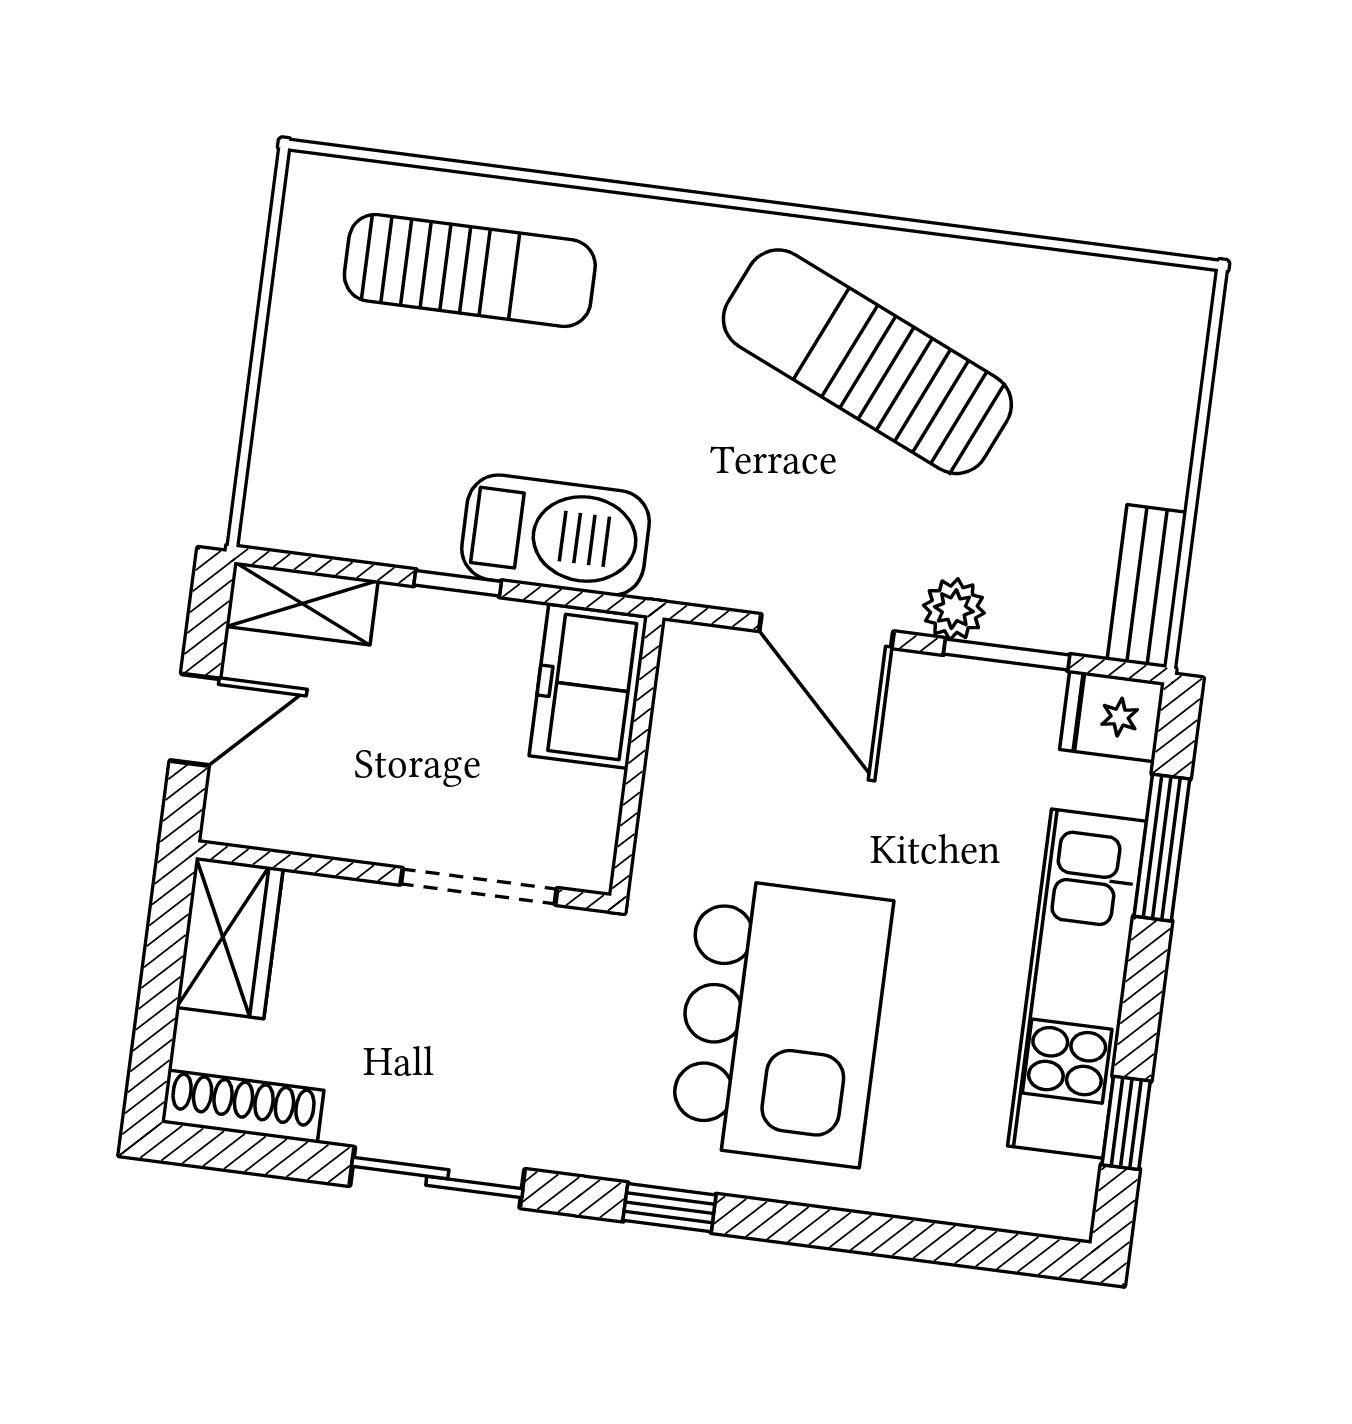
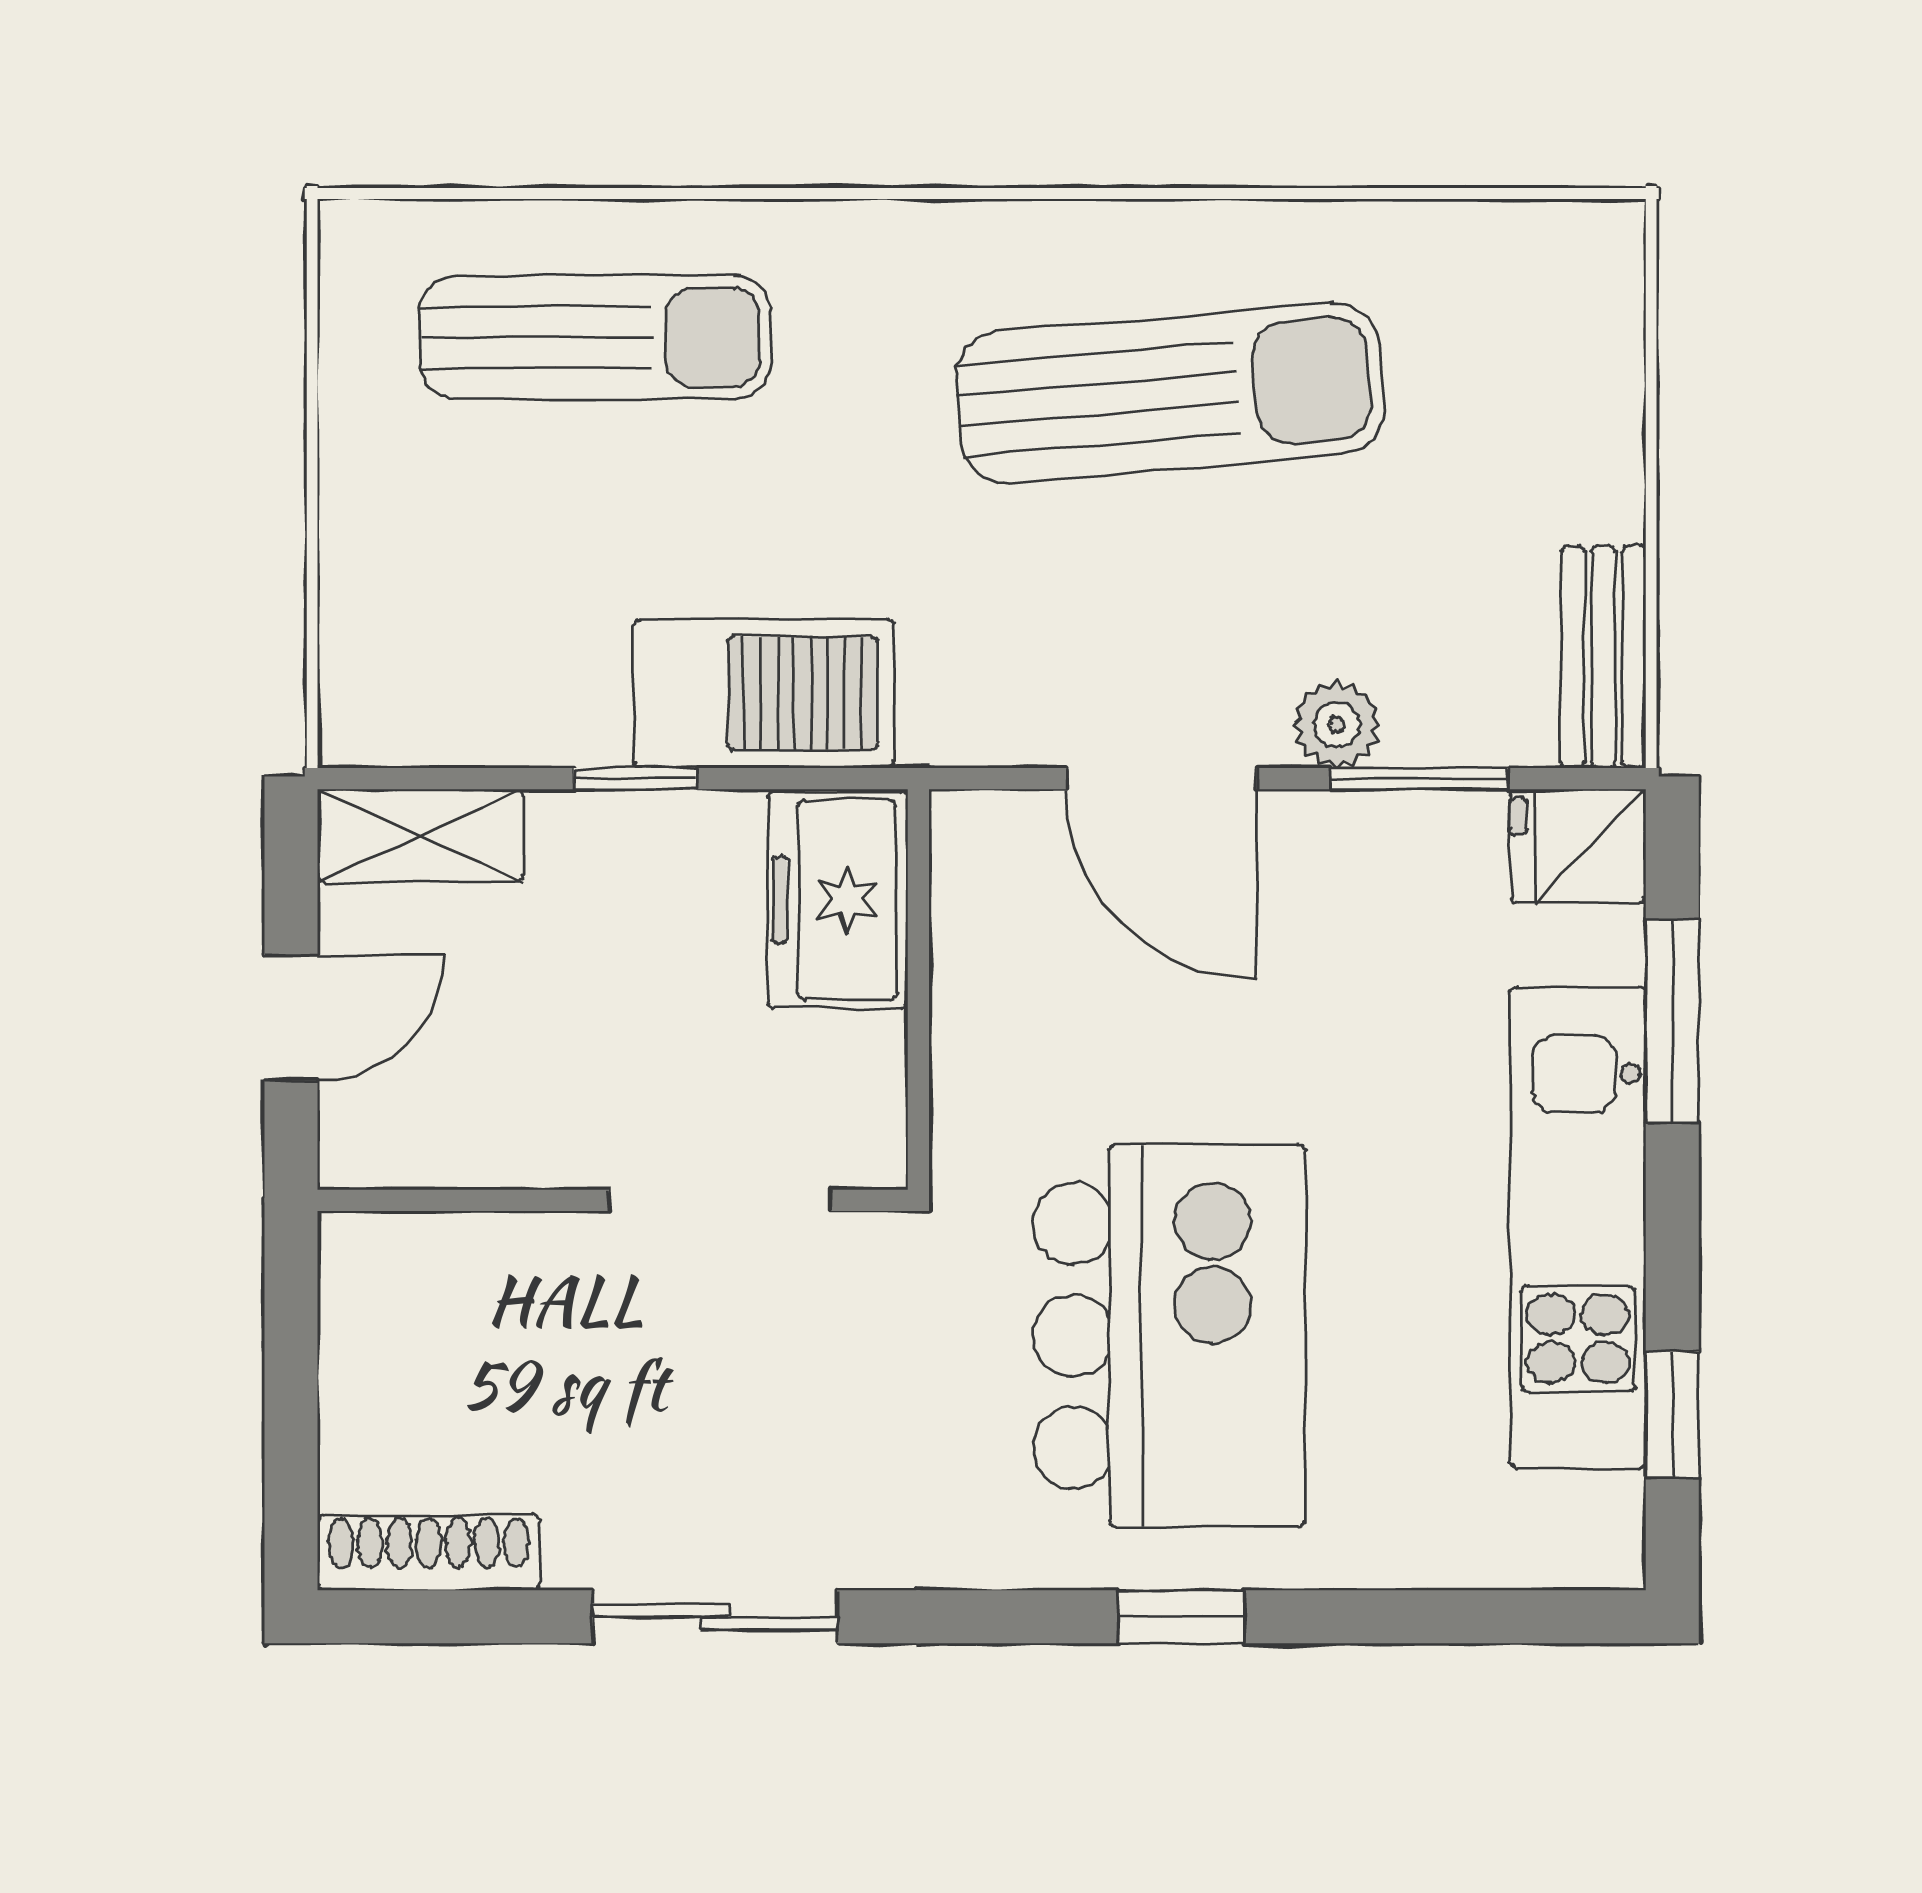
sun lounger: (867, 362) -> (1170, 393), turned 151
wardrobe: (230, 938) -> (380, 1318), removed
window: (669, 1208) -> (1181, 1617), moved

